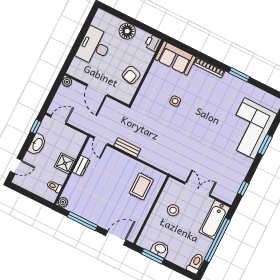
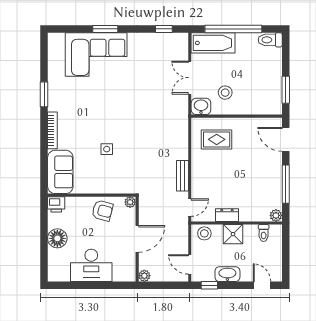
plant: (127, 99) -> (130, 202), added
stool: (76, 142) -> (204, 233), added
washbasin: (160, 249) -> (201, 106), moved, turned 90

